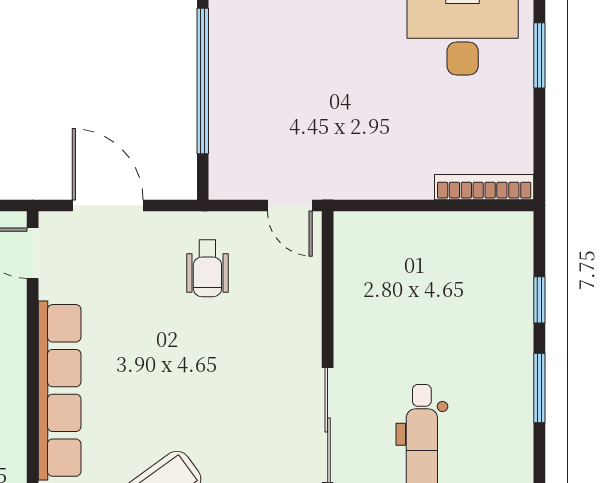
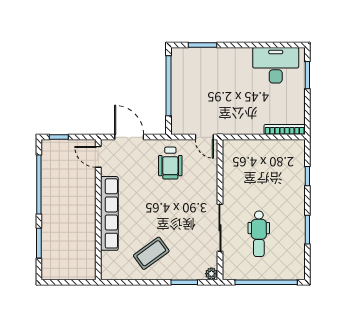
wheelchair: (207, 268) -> (170, 163), width x1.36, depth x1.37
window: (539, 388) -> (307, 230), moved

